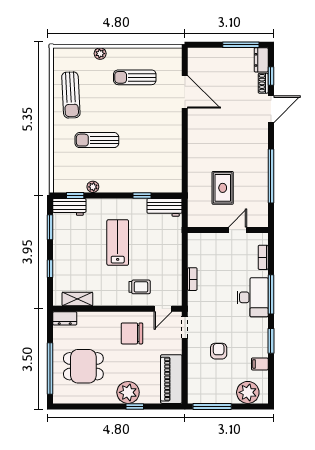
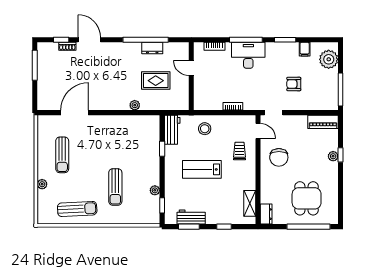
dresser: (261, 60) -> (152, 48), moved
plant: (194, 163) -> (135, 105), added
workbench: (69, 207) -> (191, 217), moved, turned -90
stool: (166, 246) -> (205, 129), added
piano: (171, 379) -> (323, 122), width x0.73, depth x0.75
plant: (128, 392) -> (333, 156), width x0.53, depth x0.53

